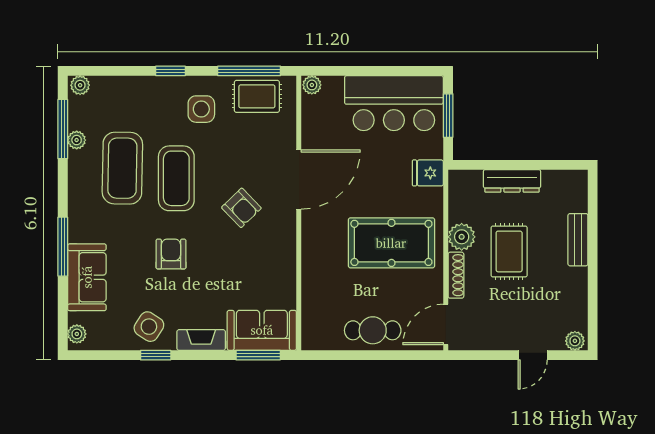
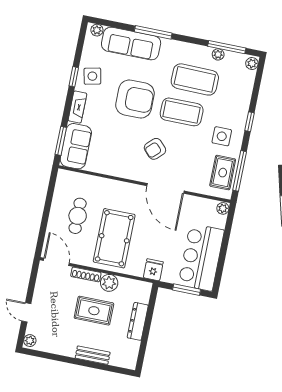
armchair: (171, 254) -> (135, 99), width x1.88, depth x1.88
sofa: (87, 277) -> (131, 44), width x1.36
side table: (149, 327) -> (92, 76), turned 45
cafe table: (373, 330) -> (78, 216), moved

